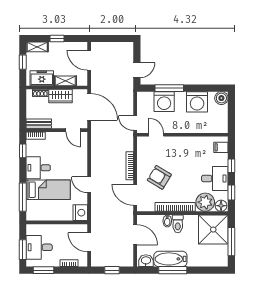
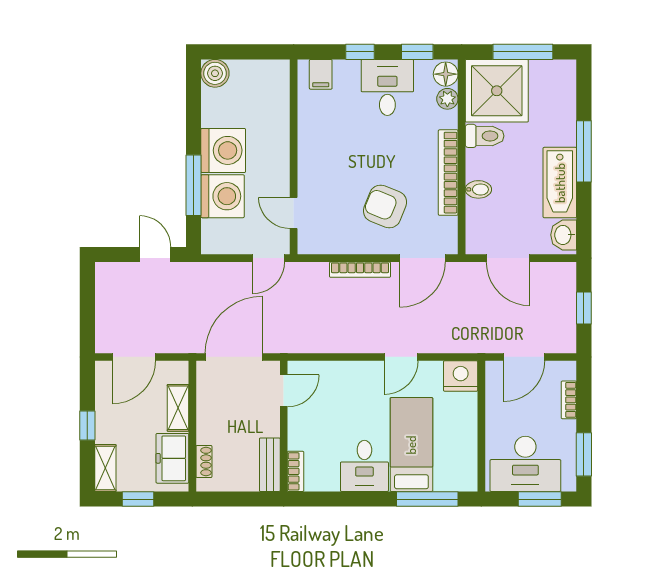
wardrobe: (60, 96) -> (211, 418), removed
washing machine: (197, 102) -> (223, 150), moved
door: (156, 135) -> (294, 213), hinge flipped
window: (23, 151) -> (328, 499), removed
armchair: (159, 177) -> (385, 206), turned 81
plant: (205, 202) -> (447, 99), width x0.53, depth x0.53
toilet: (178, 224) -> (485, 136), moved
door: (135, 235) -> (508, 258), swing flipped
desk: (39, 247) -> (525, 464), width x1.37
window: (173, 270) -> (584, 151), moved

